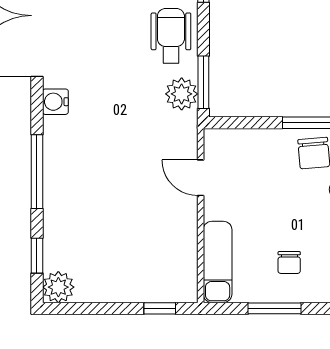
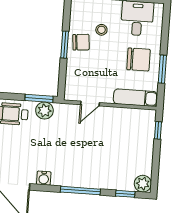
chair: (289, 262) -> (138, 60), width x1.87, depth x1.87

